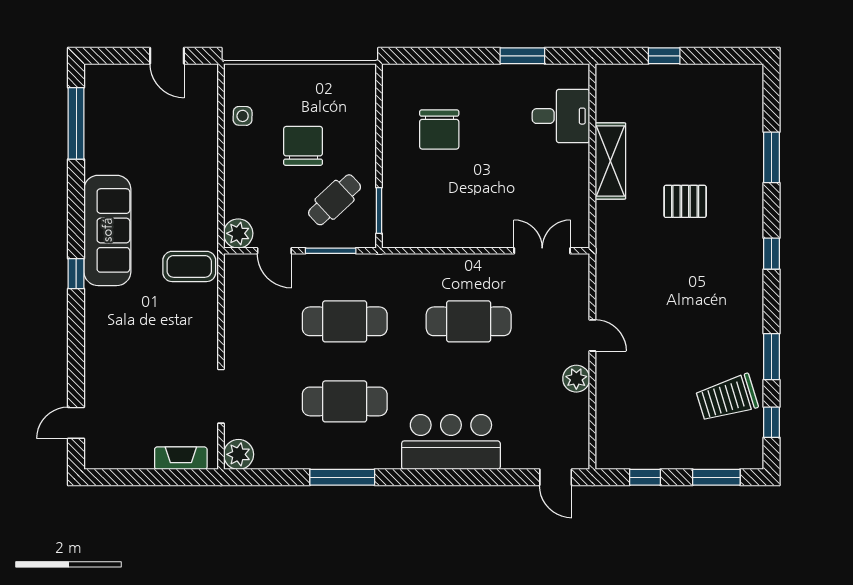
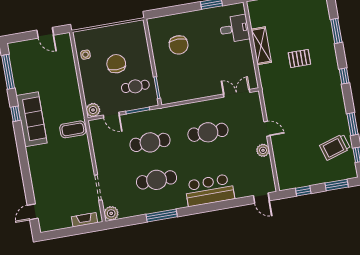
cafe table: (335, 200) -> (135, 86), turned 43
window: (76, 274) -> (15, 114), moved

